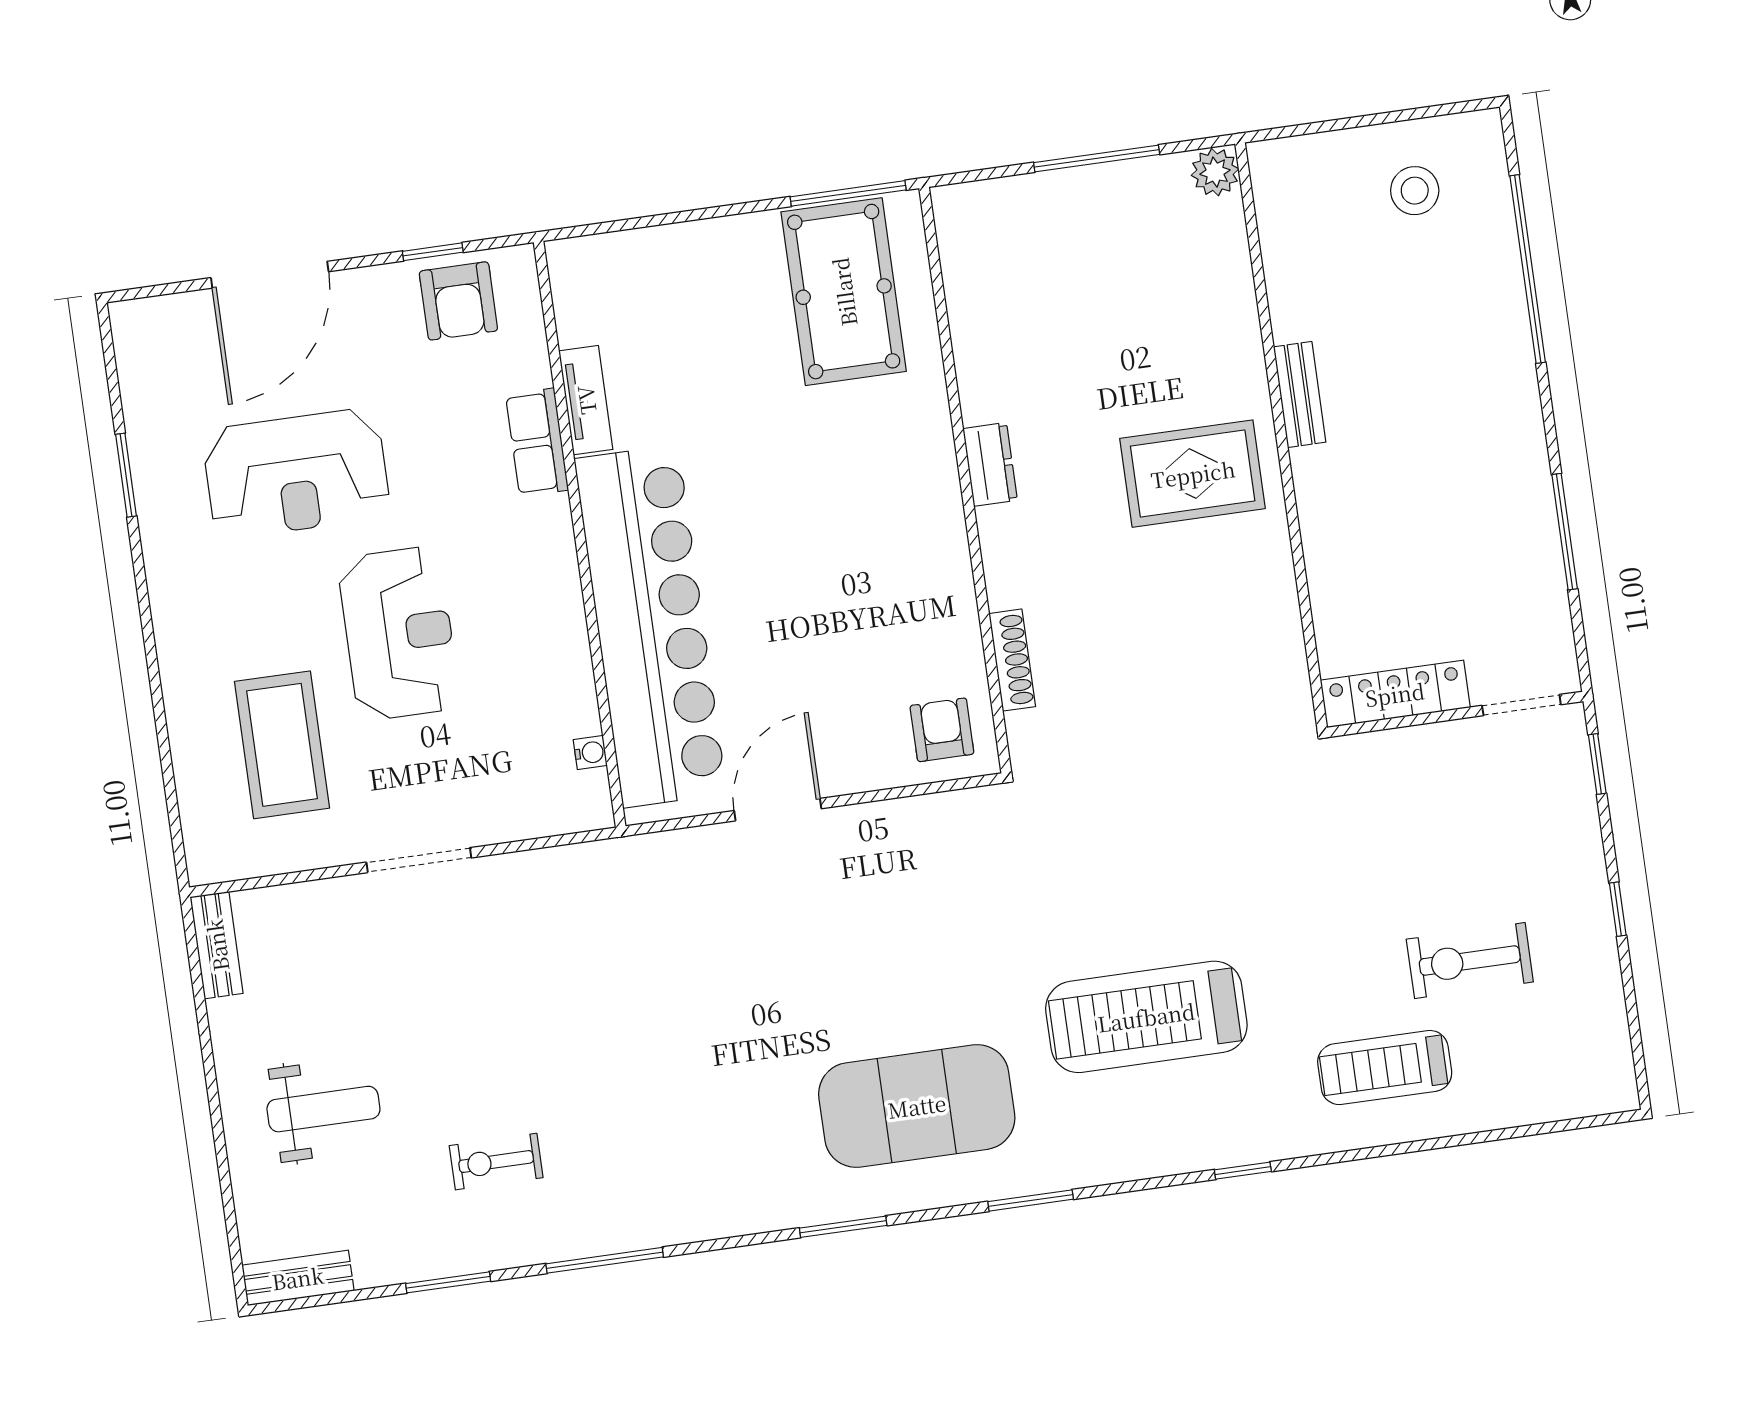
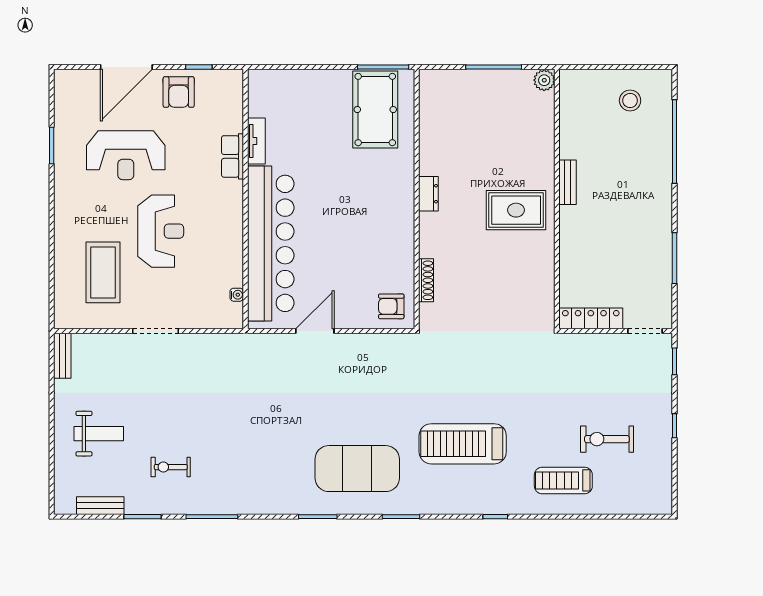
armchair: (458, 301) -> (179, 92), moved
armchair: (942, 730) -> (391, 306), turned -90
bench: (298, 1278) -> (100, 506), moved

